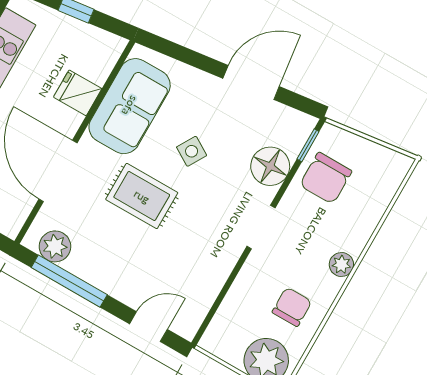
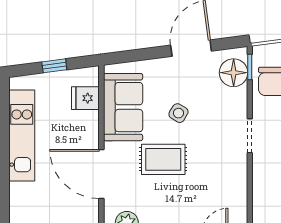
fridge: (78, 93) -> (85, 98), moved
floor lamp: (270, 166) -> (234, 73), moved

